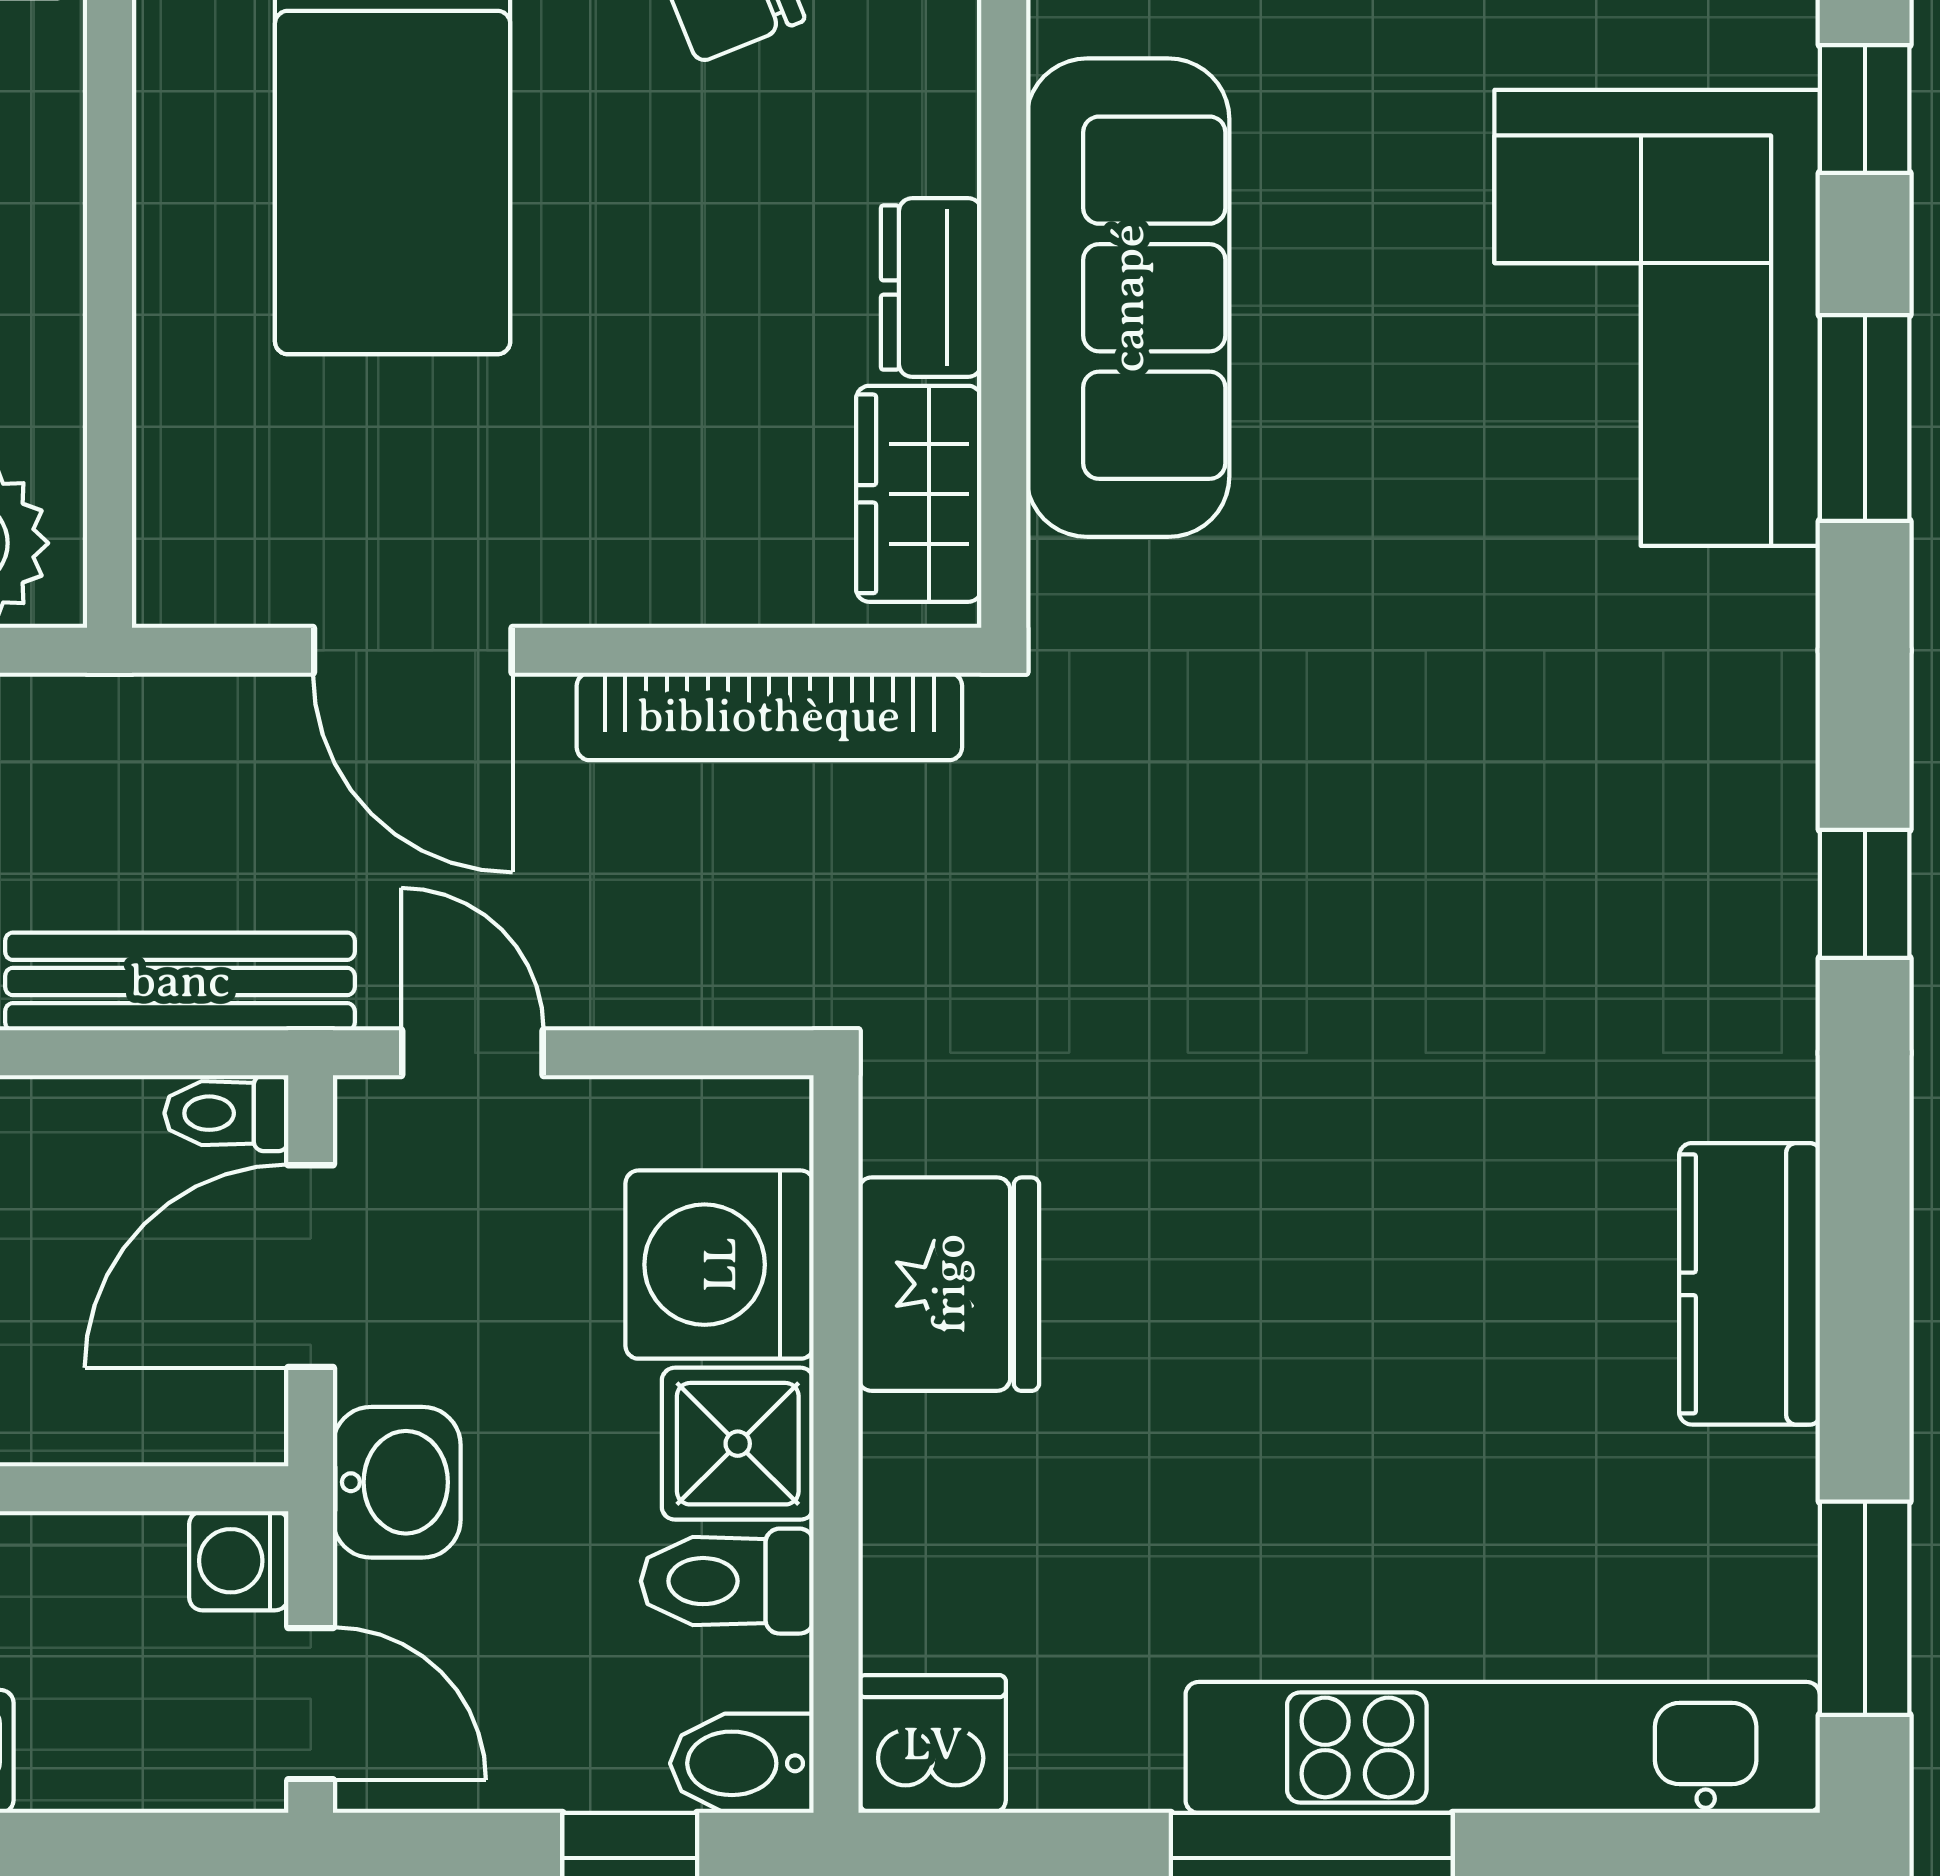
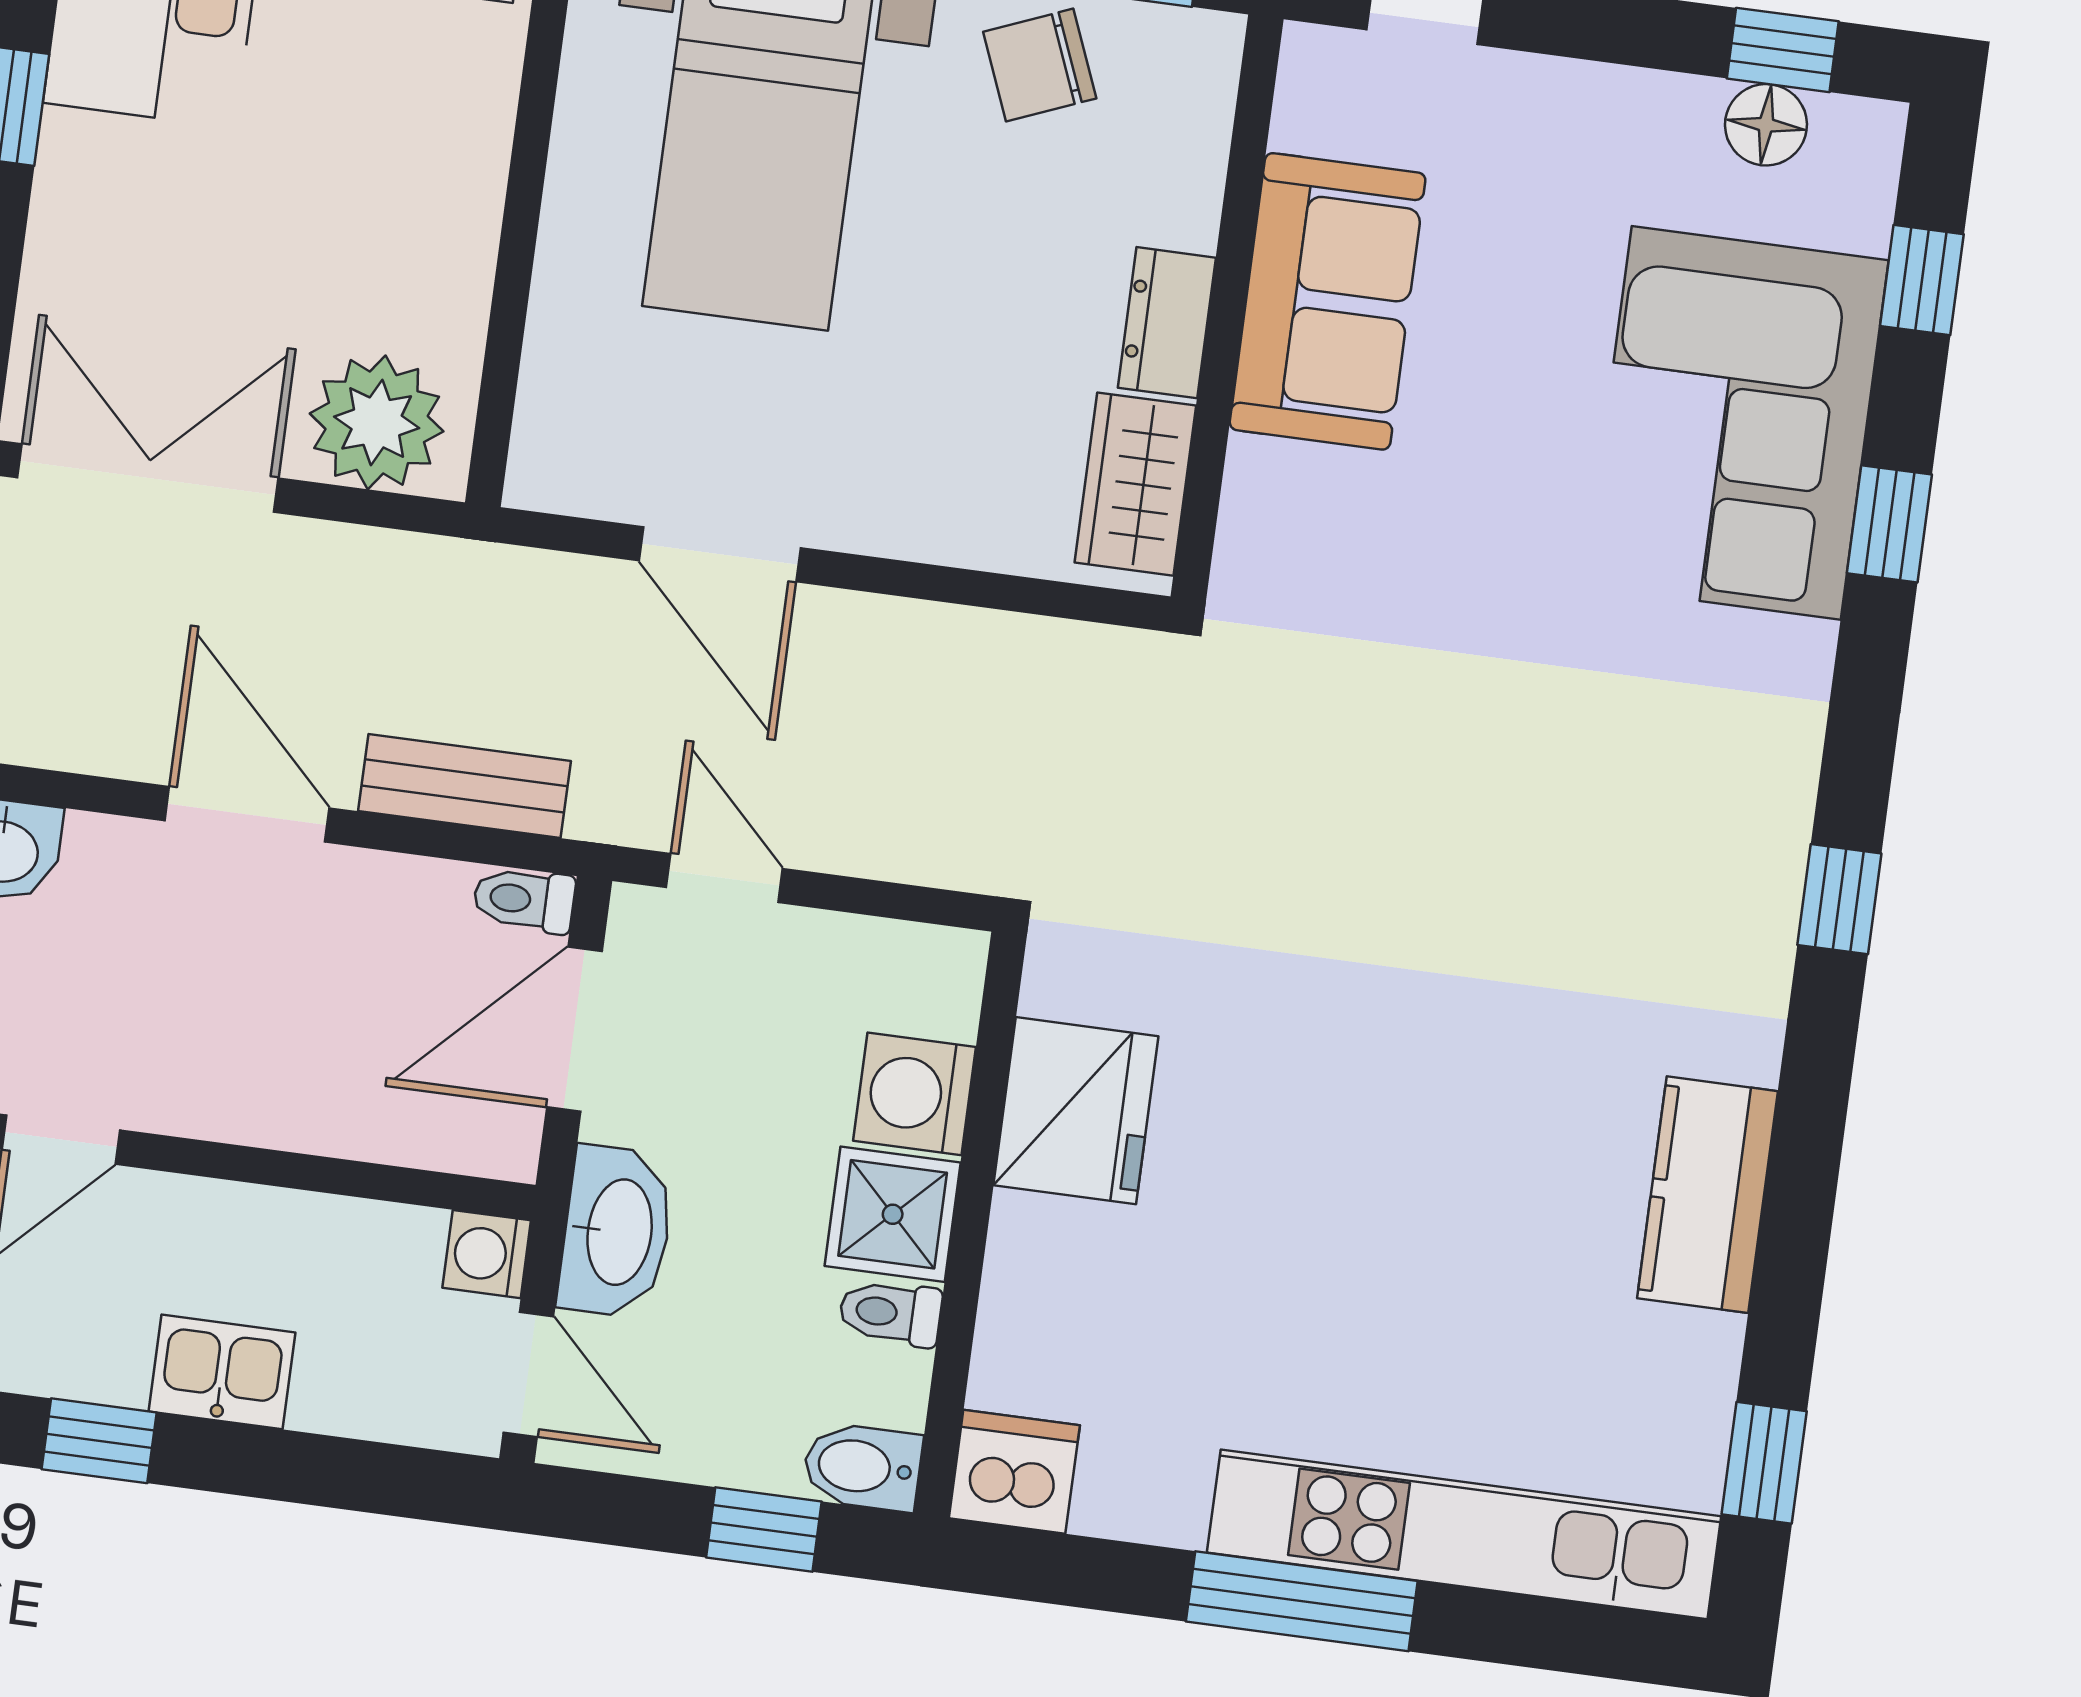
sofa: (1128, 298) -> (1328, 301), width x0.73
window: (1865, 418) -> (1889, 524), width x0.67
bookcase: (769, 716) -> (994, 644), removed
bench: (180, 981) -> (465, 786), width x0.73
washing machine: (720, 1265) -> (915, 1094), width x0.73, depth x0.73
washbasin: (397, 1482) -> (617, 1232), width x1.38
toilet: (727, 1581) -> (890, 1313), width x0.73, depth x0.72
window: (1865, 1608) -> (1764, 1463), width x0.67

